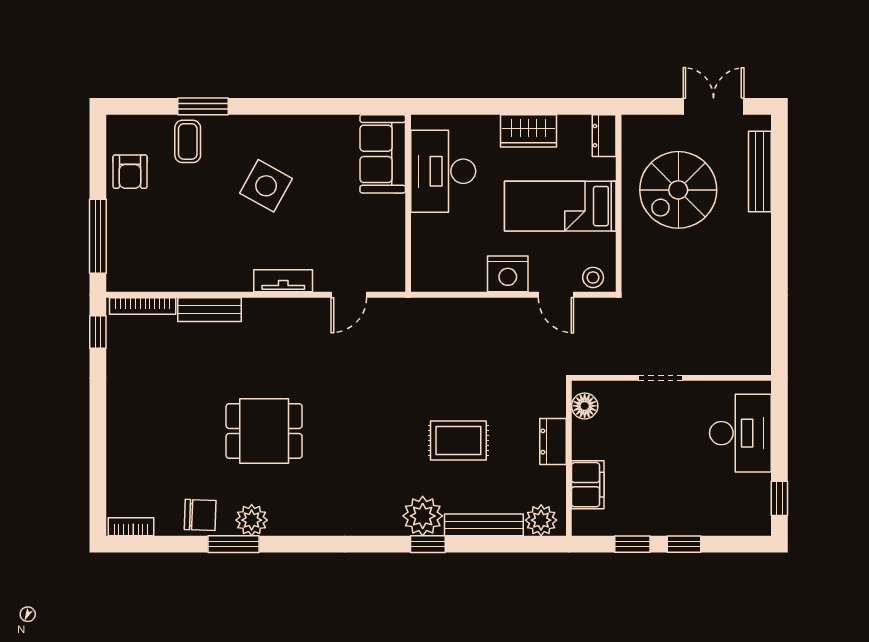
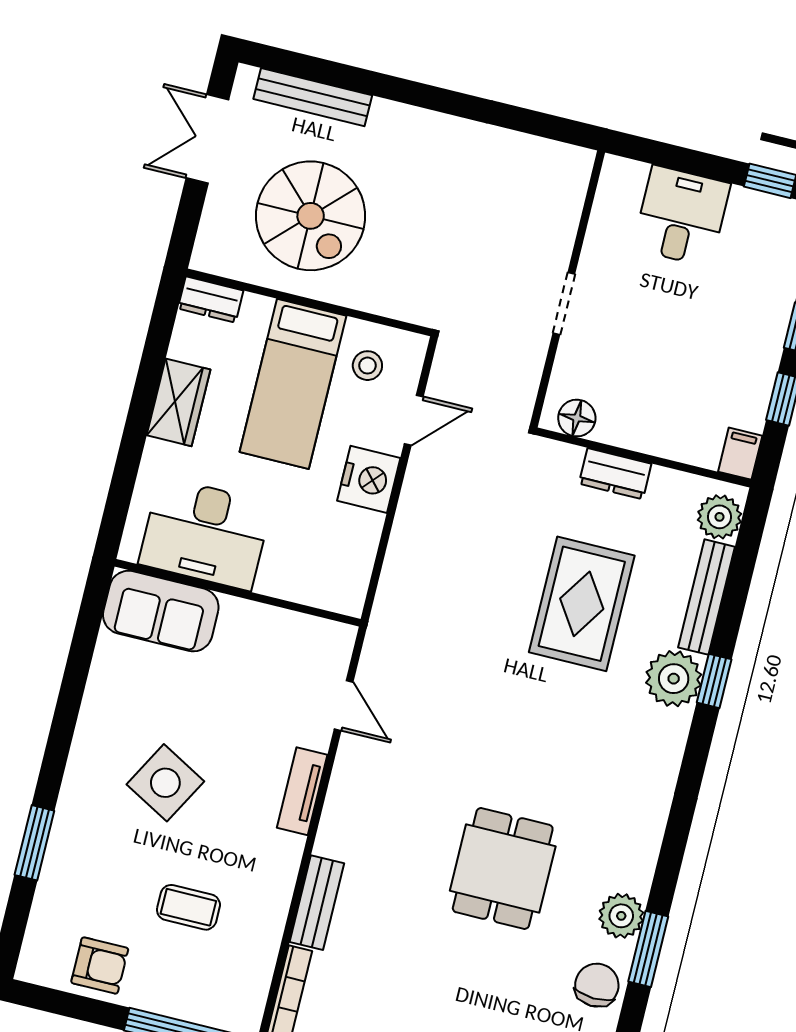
coffee table: (188, 141) -> (188, 907), moved
stool: (593, 277) -> (367, 366), moved
desk: (740, 433) -> (682, 216), width x0.73
rug: (458, 441) -> (582, 604), width x1.36, depth x1.43
filing cabinet: (588, 485) -> (740, 454), moved, width x0.50

